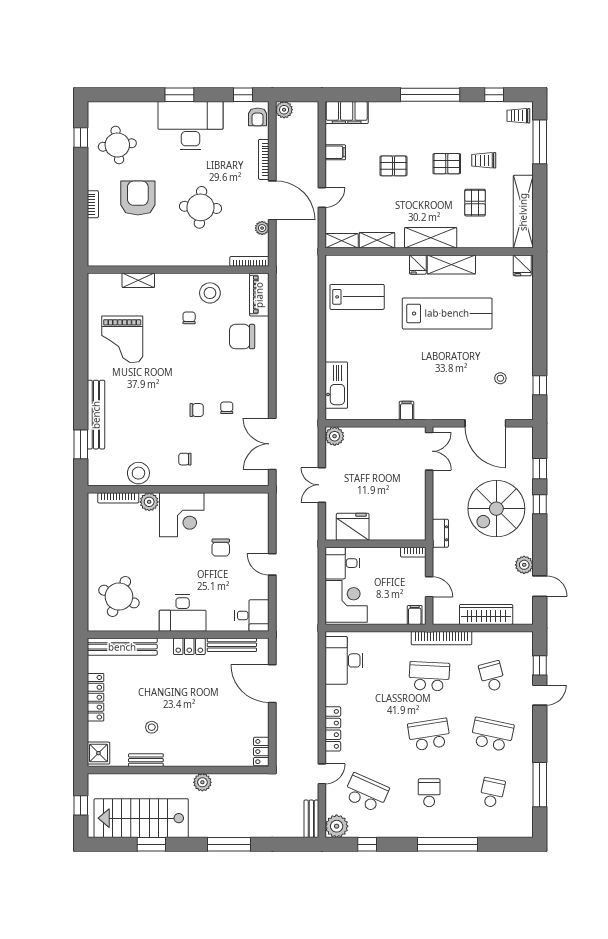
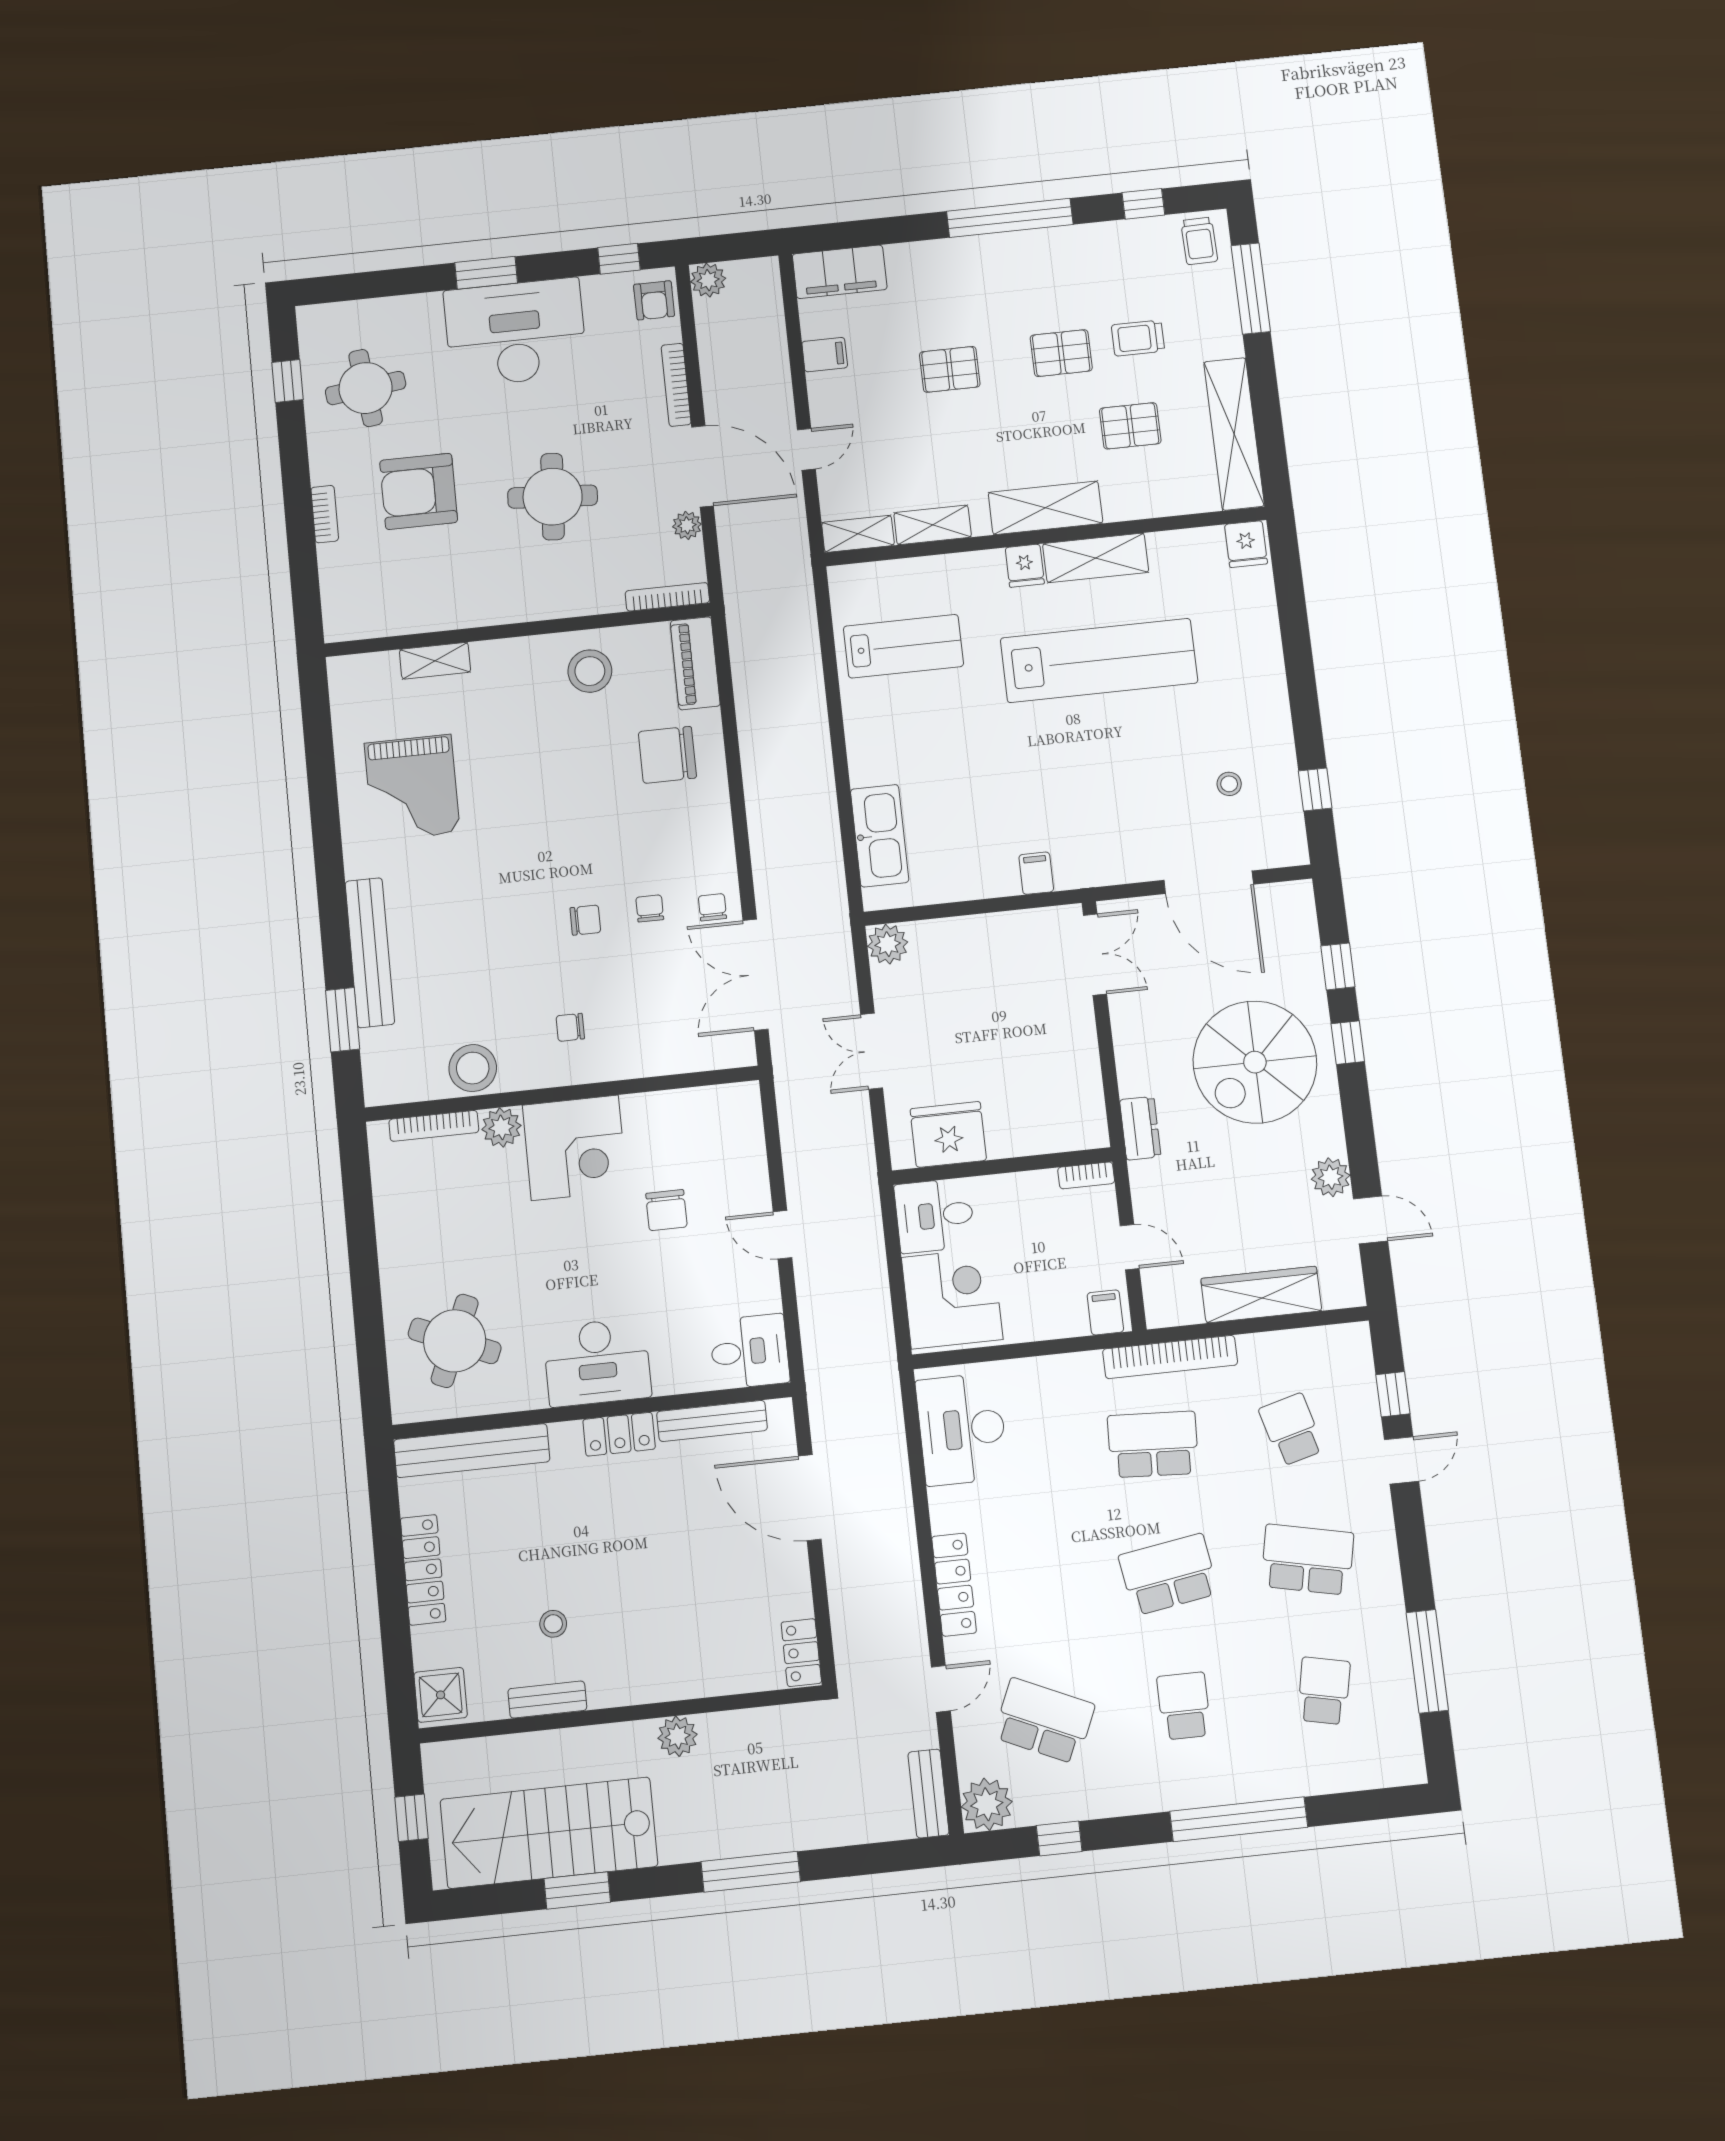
trolley: (518, 116) -> (1199, 241), turned -91
armchair: (138, 198) -> (419, 491), turned -90
pallet: (475, 203) -> (1130, 426), turned 90
chair: (189, 318) -> (712, 907), moved

